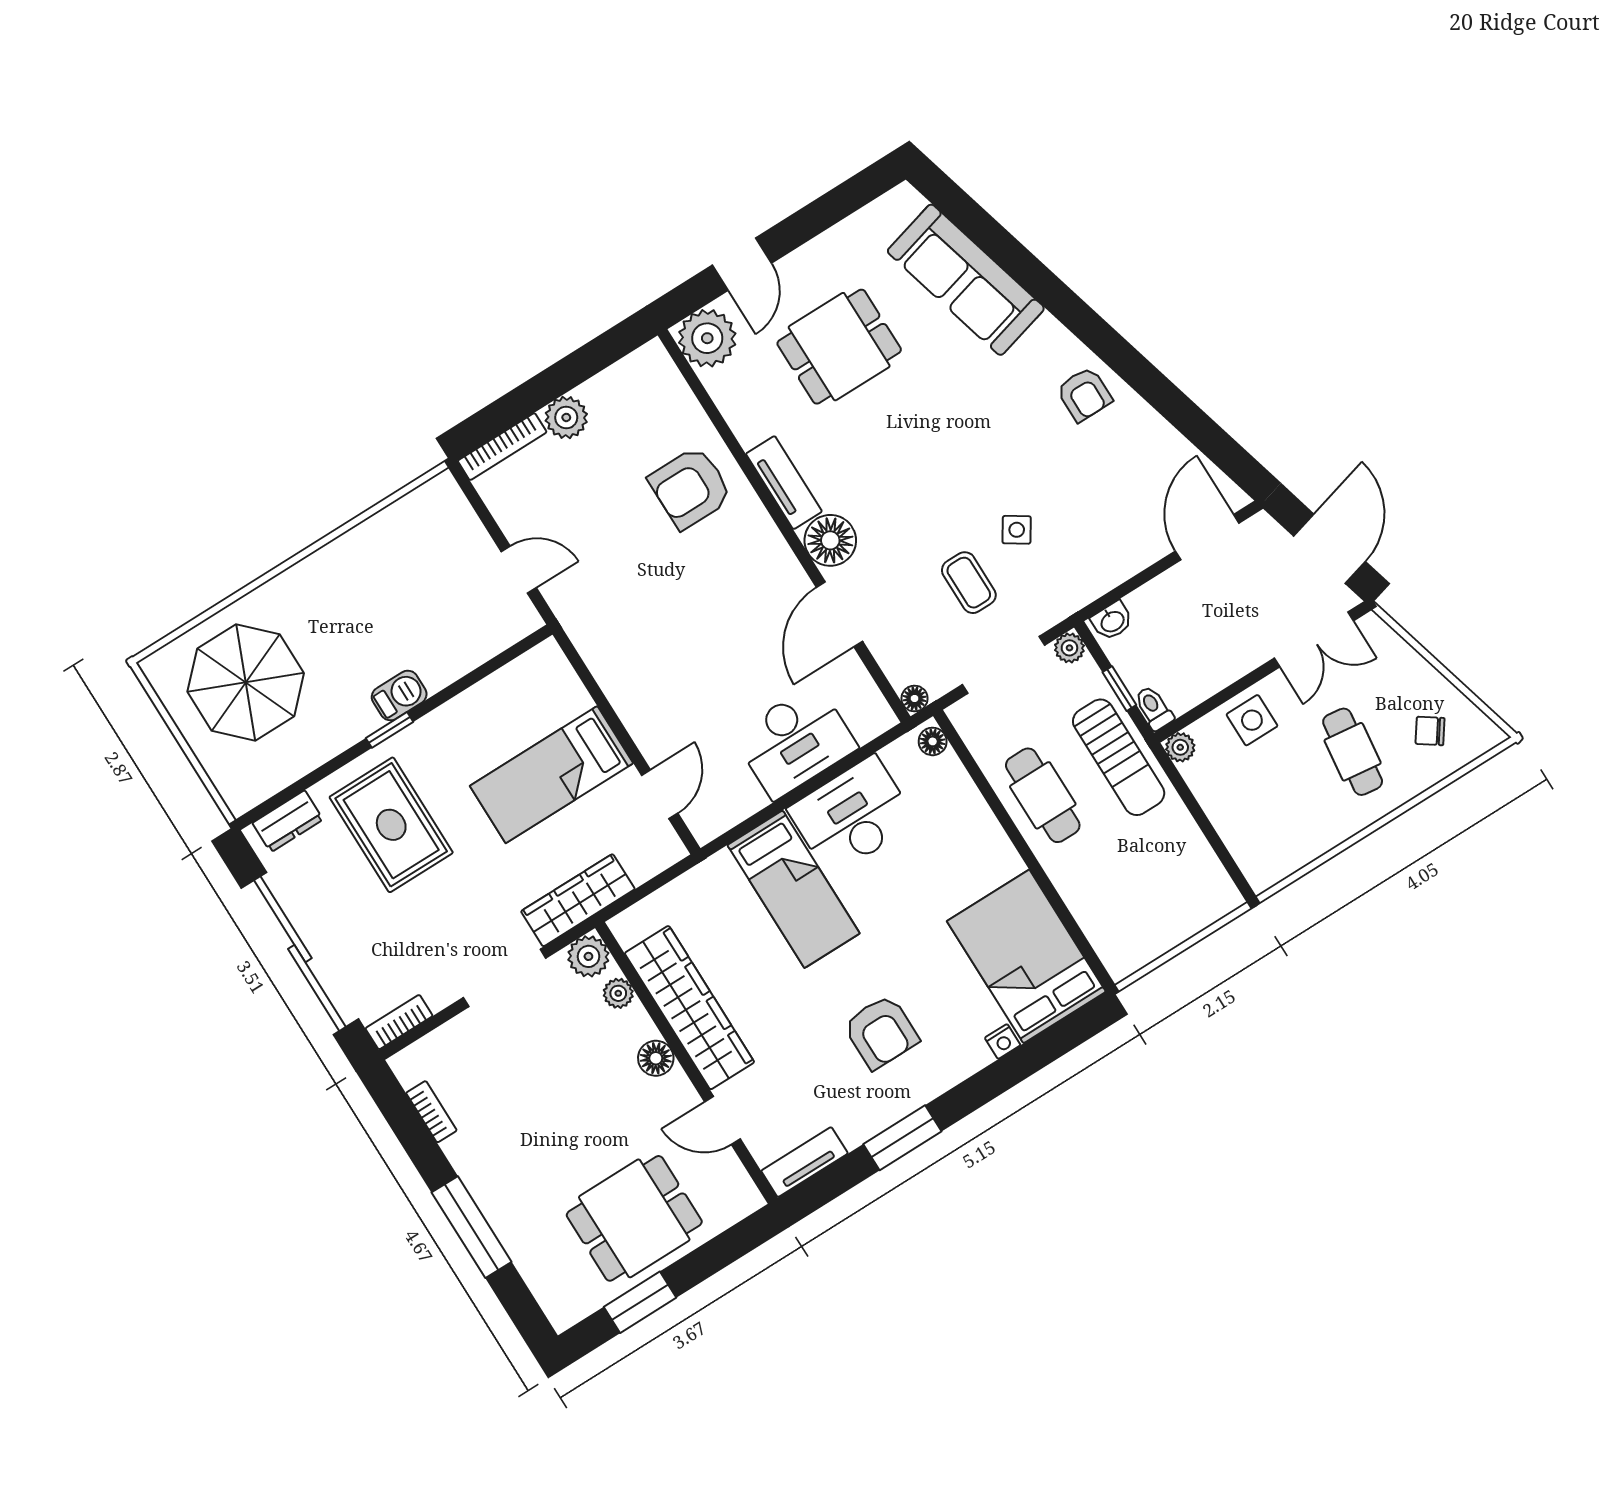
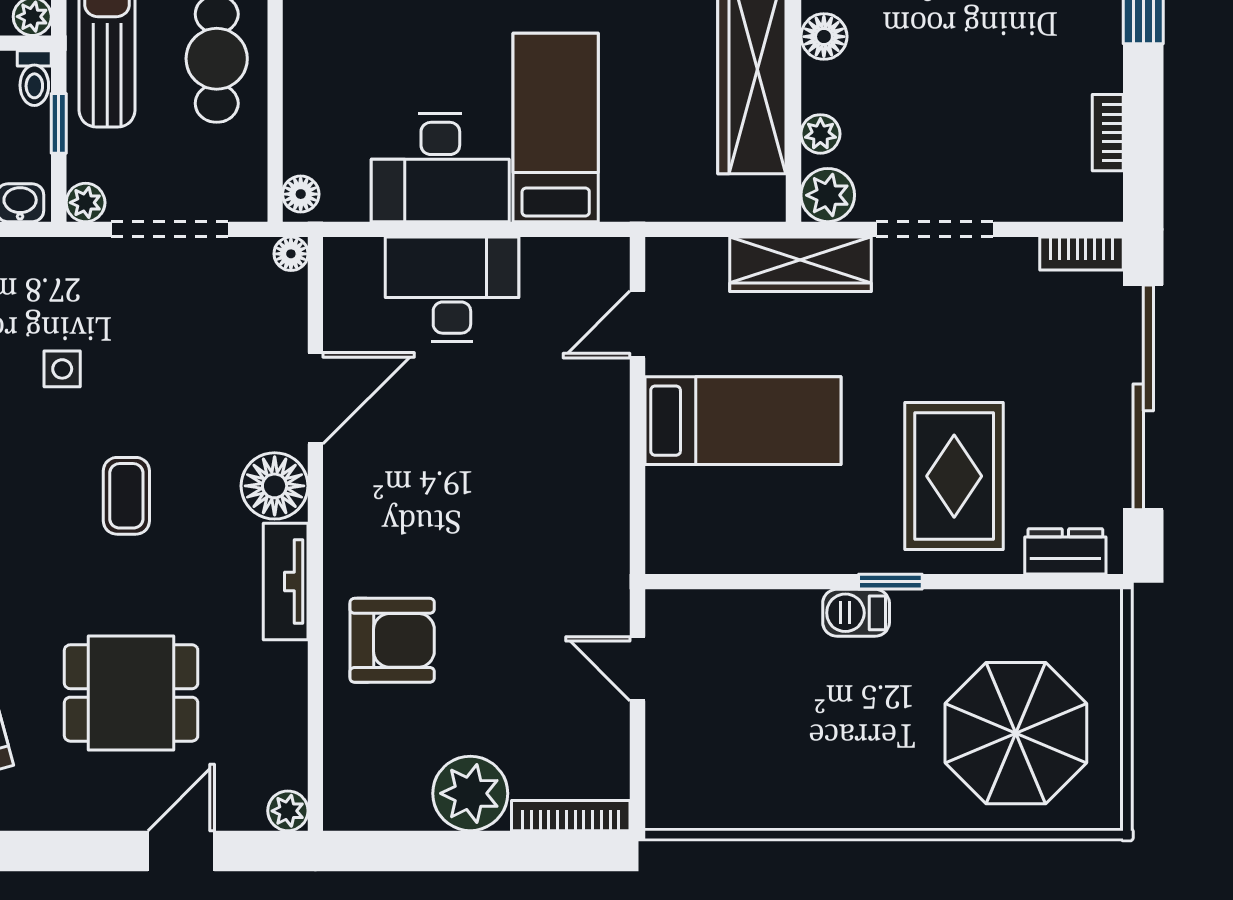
plant: (707, 338) -> (288, 811), width x0.53, depth x0.53
plant: (566, 417) -> (470, 793), width x1.36, depth x1.36
side table: (1017, 530) -> (62, 369), turned -33
coffee table: (969, 583) -> (126, 496), moved

